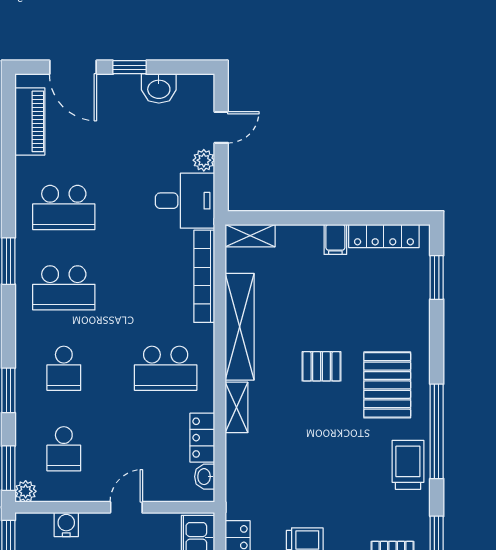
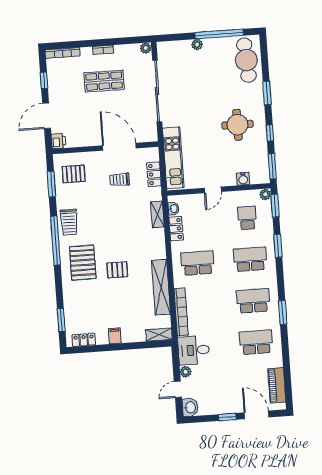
washbasin: (159, 88) -> (190, 407), moved, turned 90
locker: (384, 236) -> (84, 340), width x0.66
school desk: (64, 368) -> (250, 259), width x1.85
shelving: (236, 407) -> (157, 214), moved

